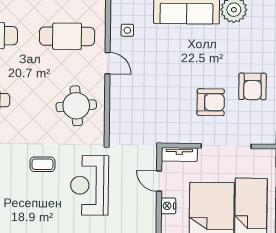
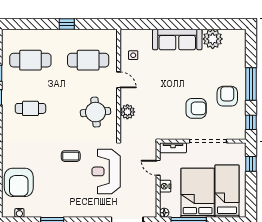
armchair: (253, 86) -> (227, 96), turned 180
plant: (119, 106) -> (127, 112), added

